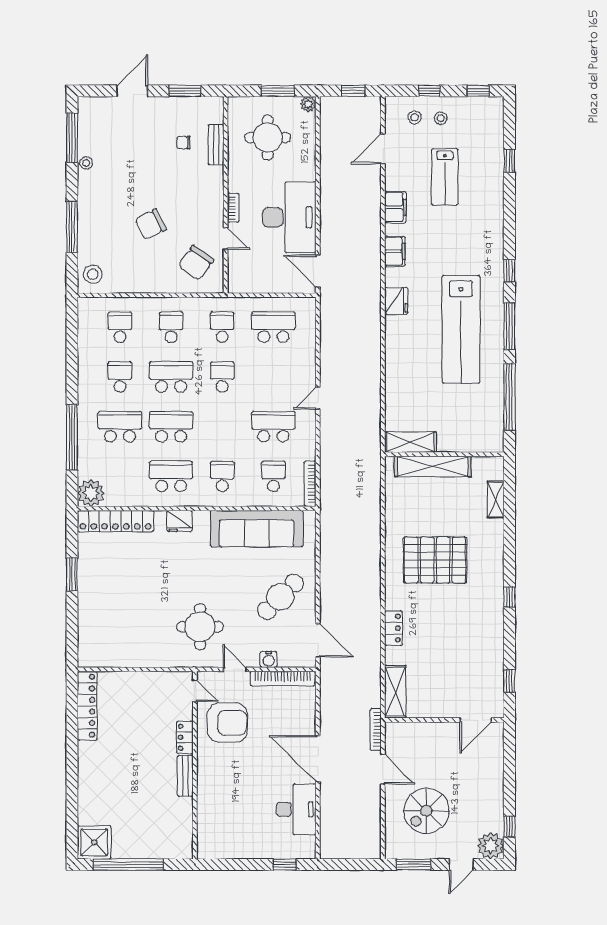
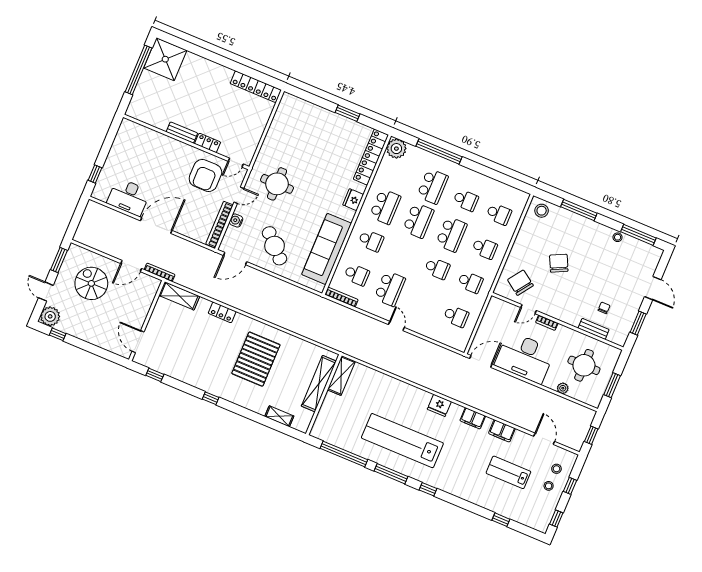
plant: (308, 104) -> (563, 388), moved
school desk: (273, 327) -> (456, 316), width x0.54
shower: (94, 842) -> (165, 59), width x1.37, depth x1.37

